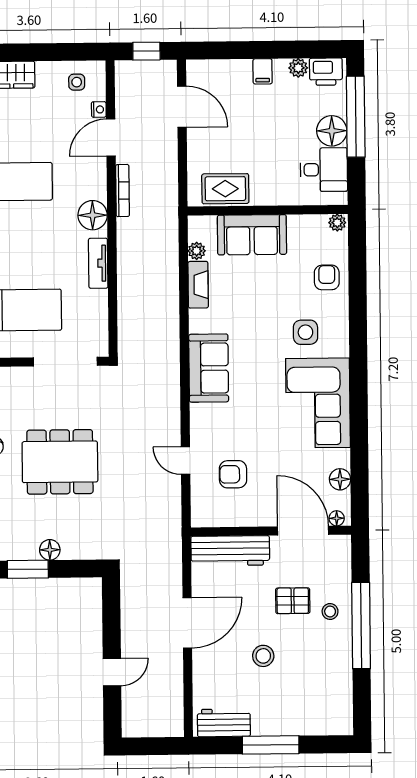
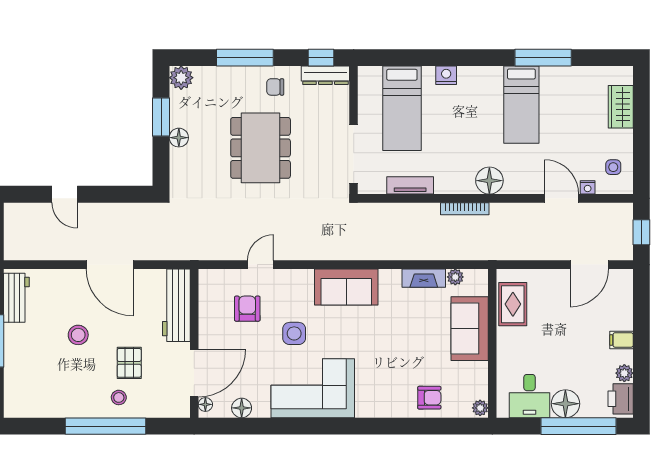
bookcase: (123, 191) -> (465, 209), moved
tv unit: (98, 263) -> (410, 185), moved
side table: (305, 332) -> (294, 333), moved

